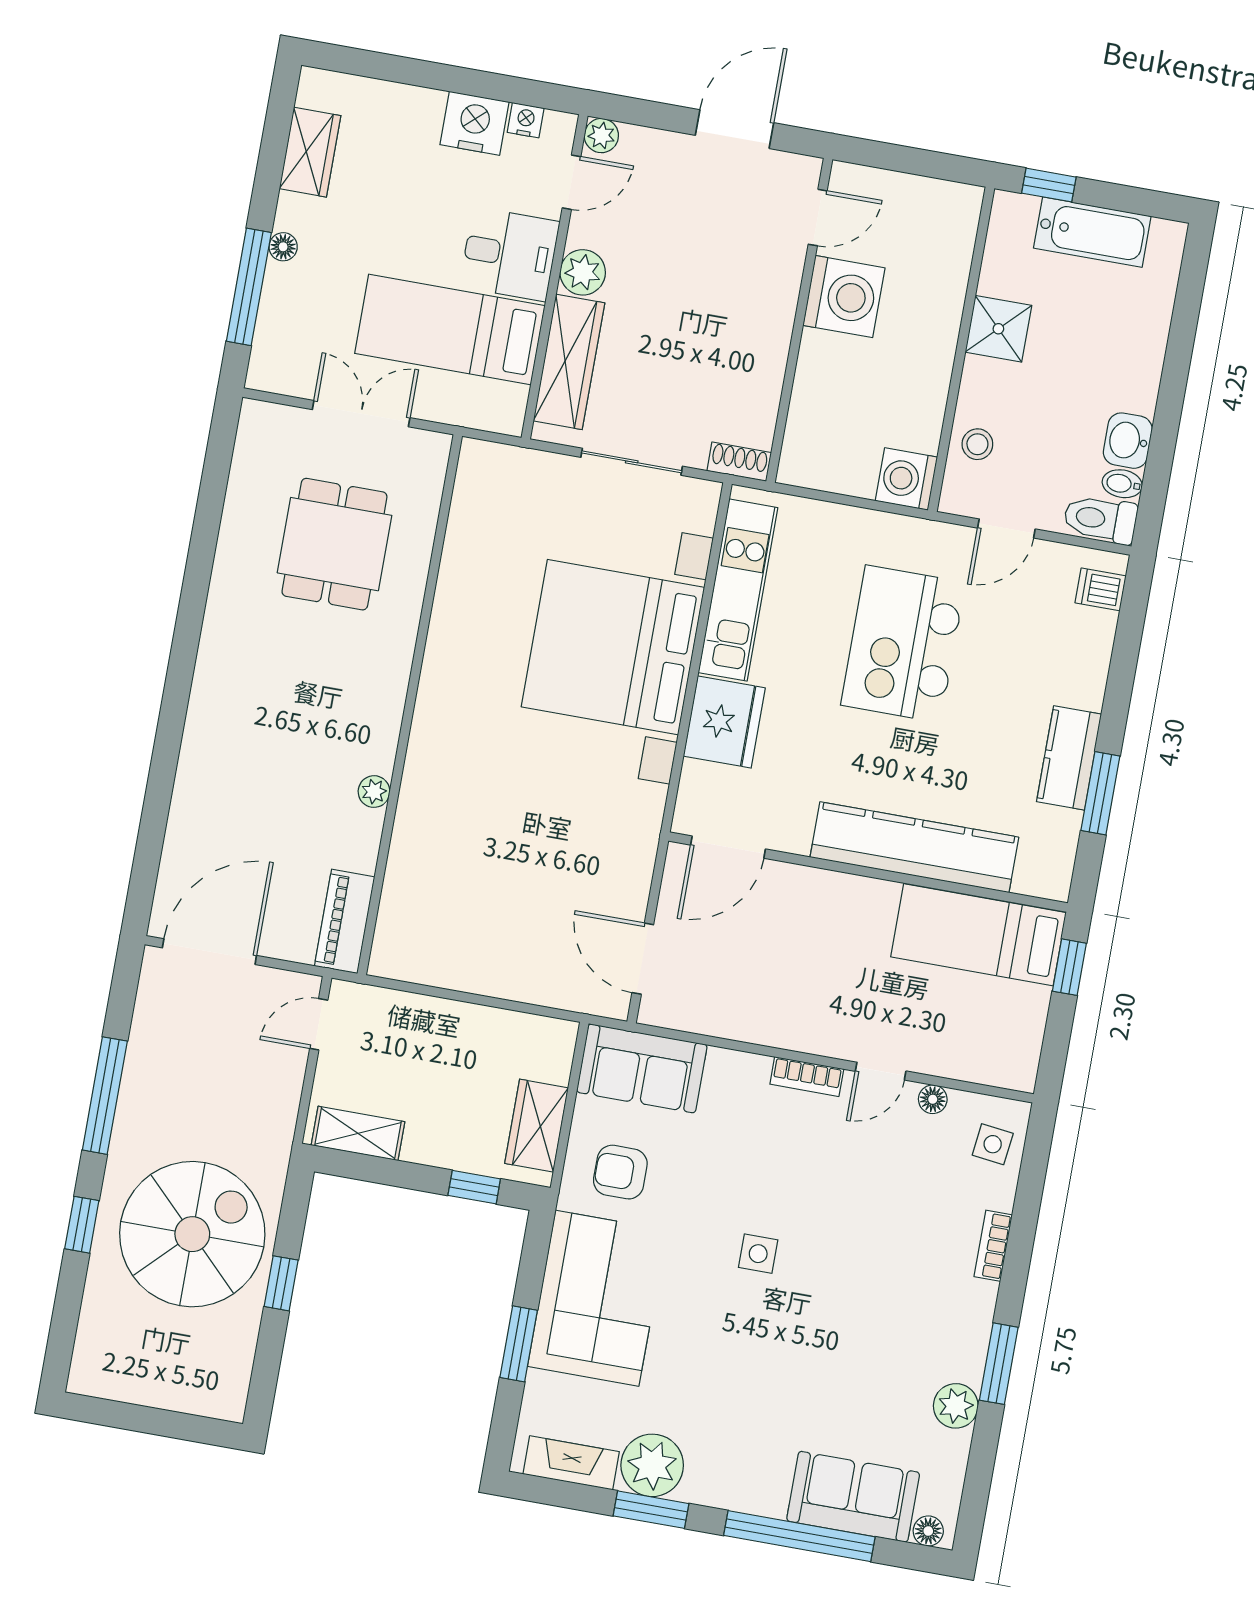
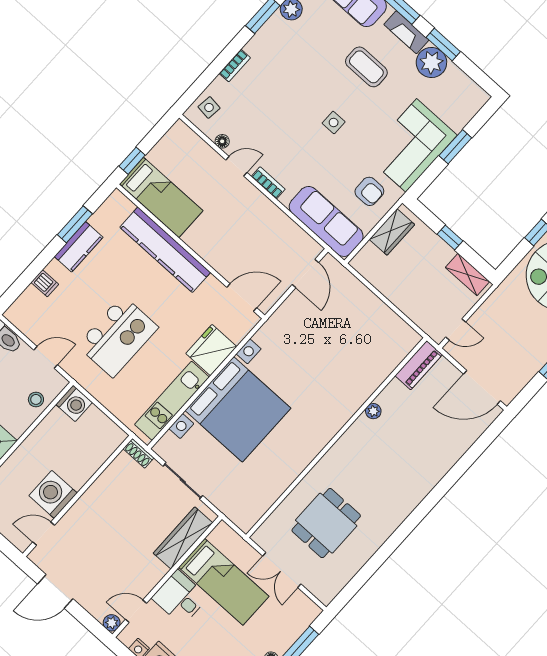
plant: (583, 272) -> (154, 571), removed
dishwasher: (1101, 589) -> (45, 283), moved
sofa: (642, 1068) -> (326, 221), width x1.36
window: (474, 1187) -> (450, 238), moved
coffee table: (761, 1387) -> (366, 67), added
fireplace: (571, 1463) -> (406, 32), moved

